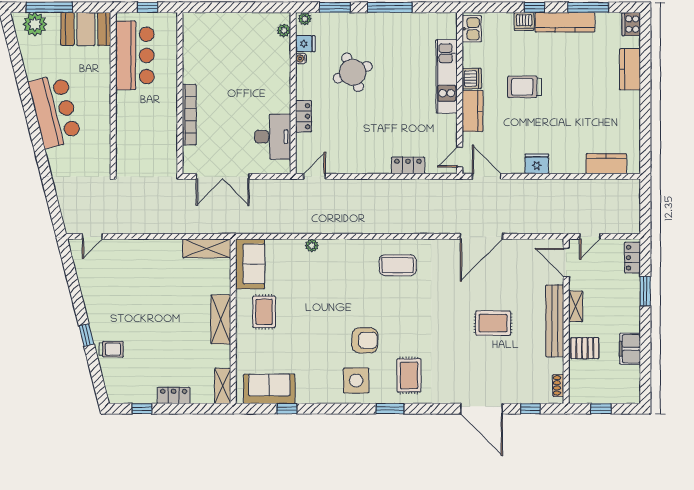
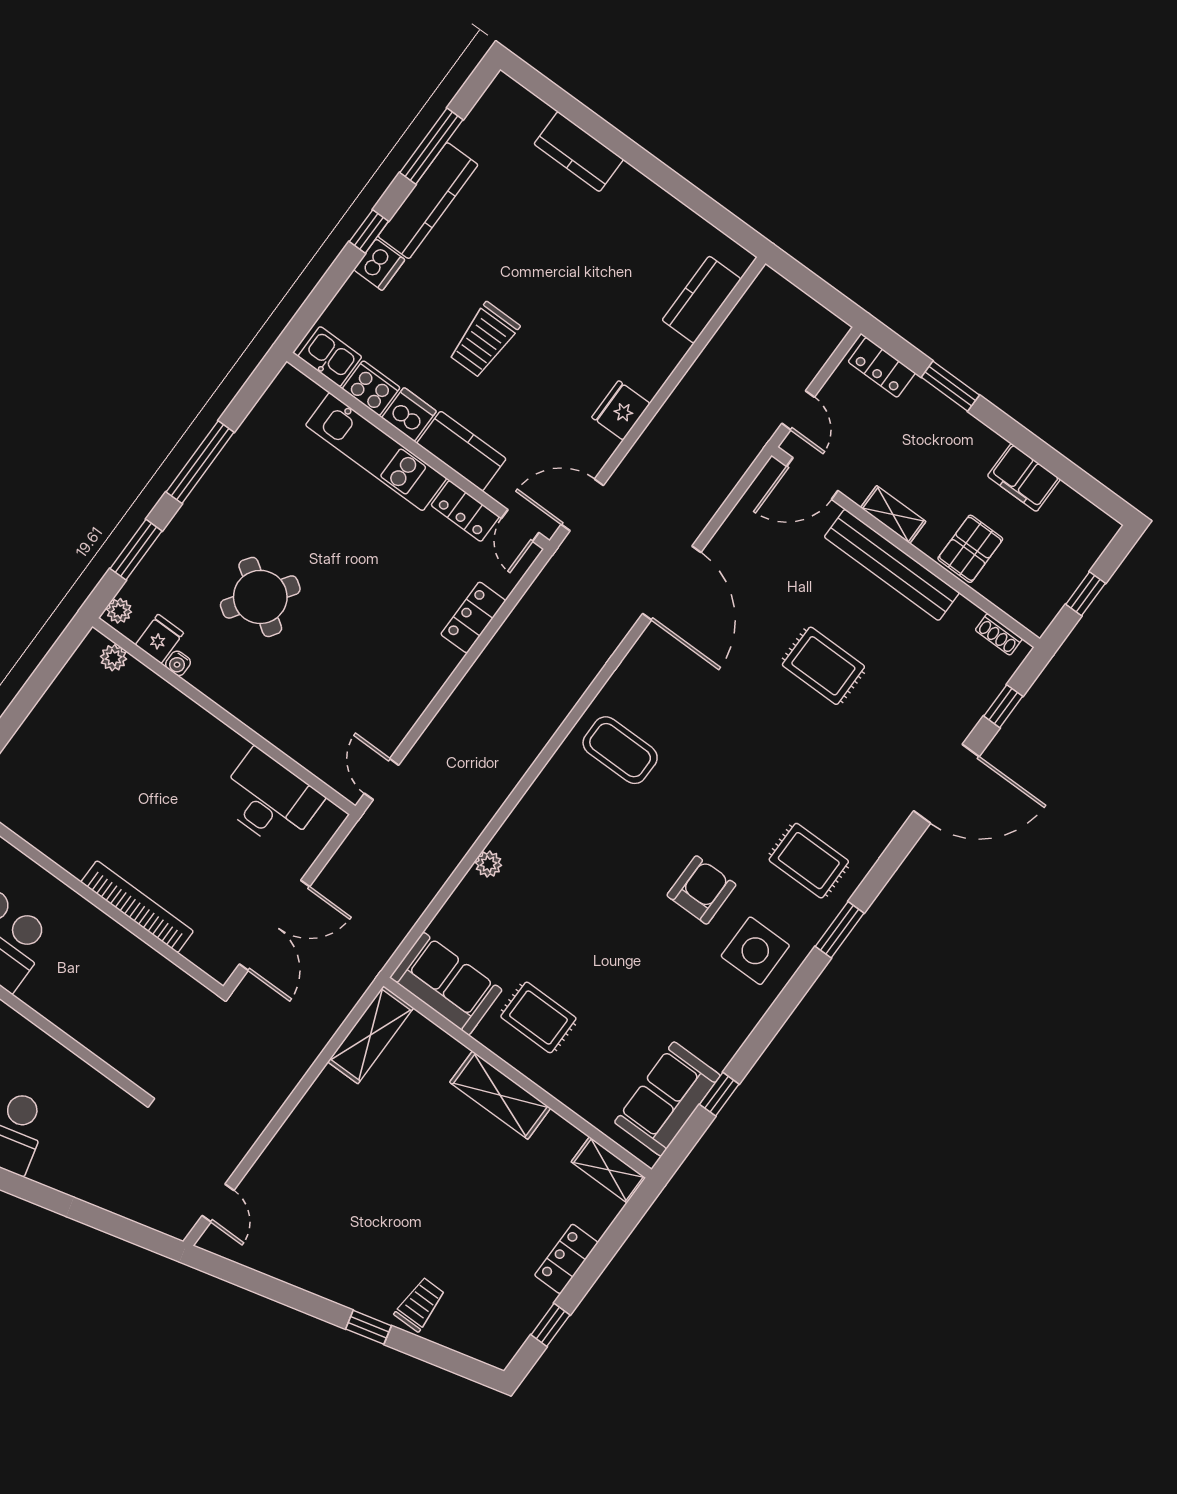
cooker: (631, 24) -> (371, 388), moved, turned 180
round table: (353, 72) -> (260, 597), turned -34
locker: (304, 116) -> (465, 511), moved, turned 180
coffee table: (398, 265) -> (620, 750), turned 90
rug: (493, 323) -> (823, 666), turned 90

